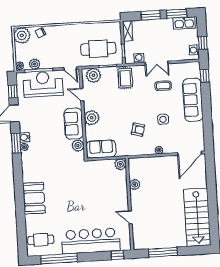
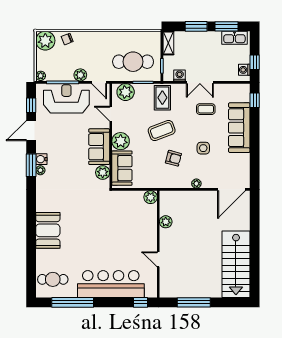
plant: (34, 64) -> (80, 75), moved
coffee table: (126, 106) -> (162, 131), added
sofa: (101, 149) -> (122, 168), moved, turned 90

